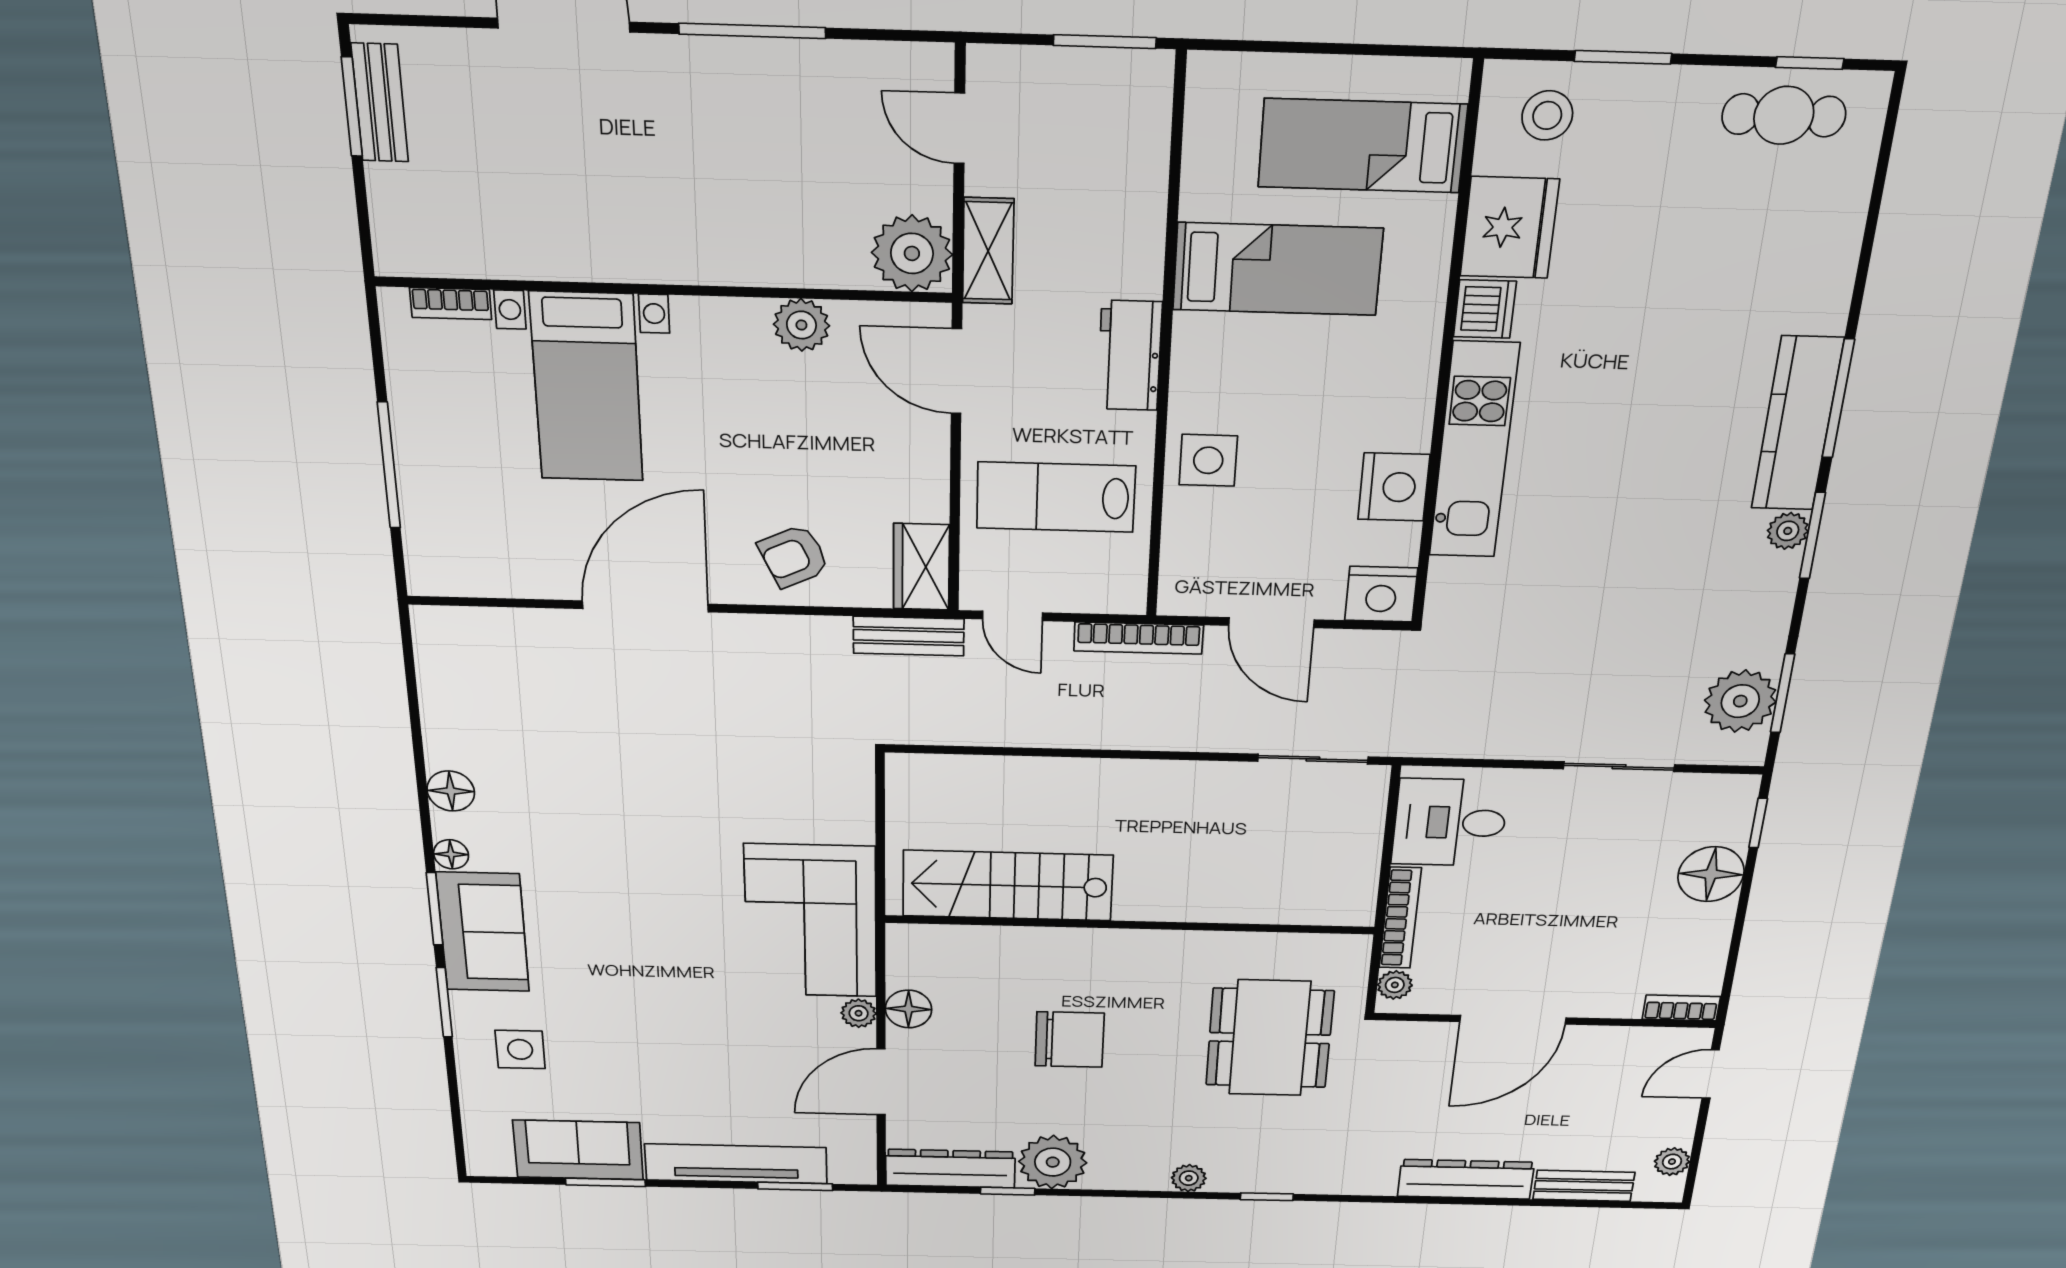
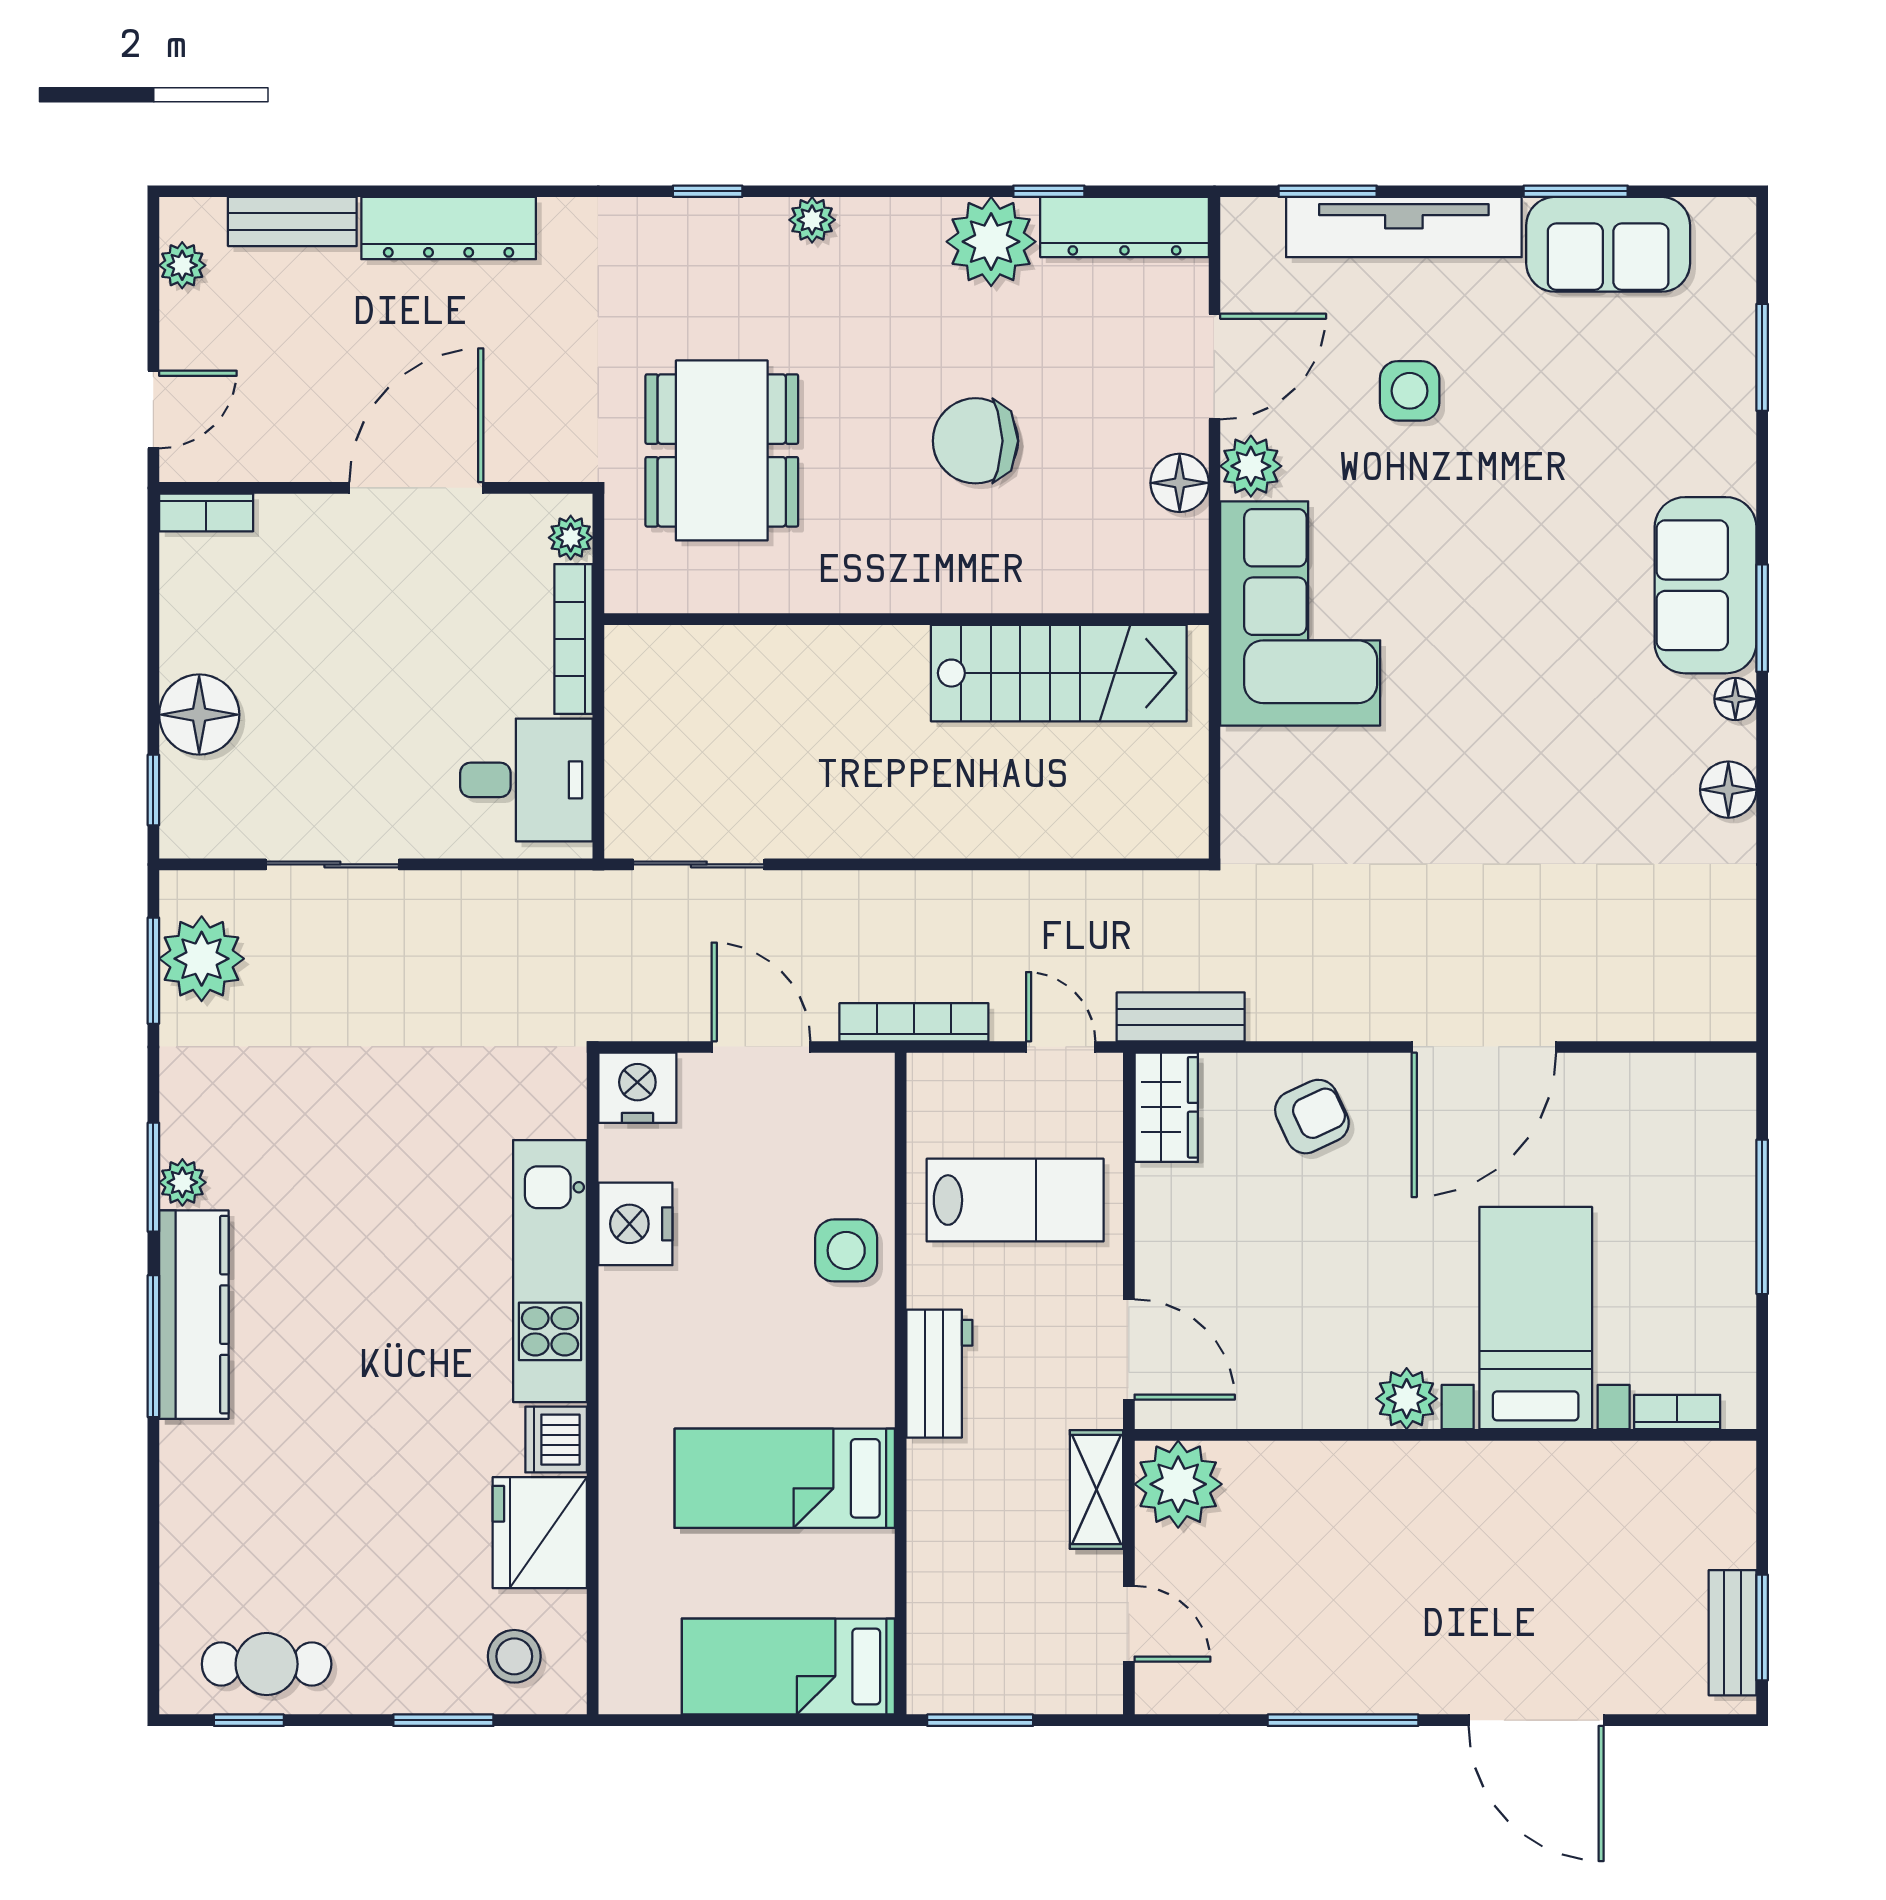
bed: (1362, 146) -> (788, 1667), moved, turned 180
plant: (801, 325) -> (1407, 1399), moved
window: (444, 1002) -> (1762, 357), moved
plant: (859, 1013) -> (1251, 466), width x1.38, depth x1.38
side table: (520, 1049) -> (1410, 391), moved

